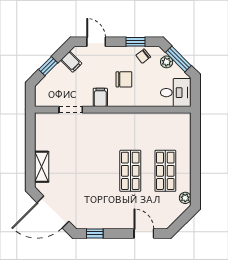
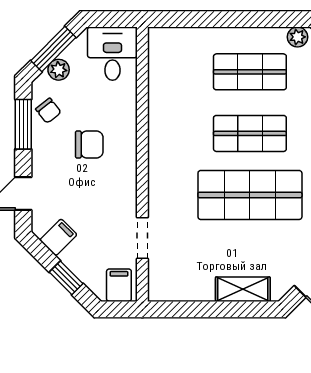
window: (136, 42) -> (23, 124), width x1.50
chair: (124, 79) -> (89, 144), turned 90
filing cabinet: (100, 97) -> (119, 285), moved, turned 90
shop shelf: (95, 171) -> (250, 195), added

